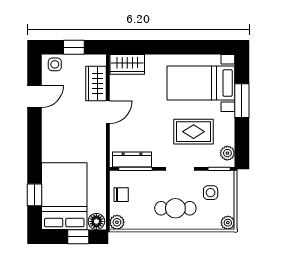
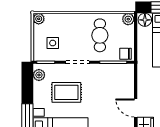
door: (108, 112) -> (136, 108), hinge flipped
dresser: (132, 159) -> (116, 70), removed
chair: (121, 195) -> (126, 54), moved
cafe table: (175, 208) -> (100, 35), moved, turned 90

